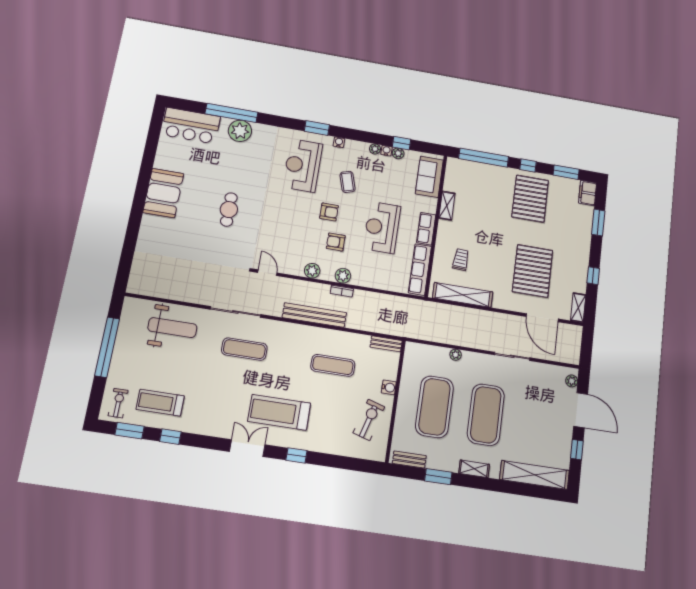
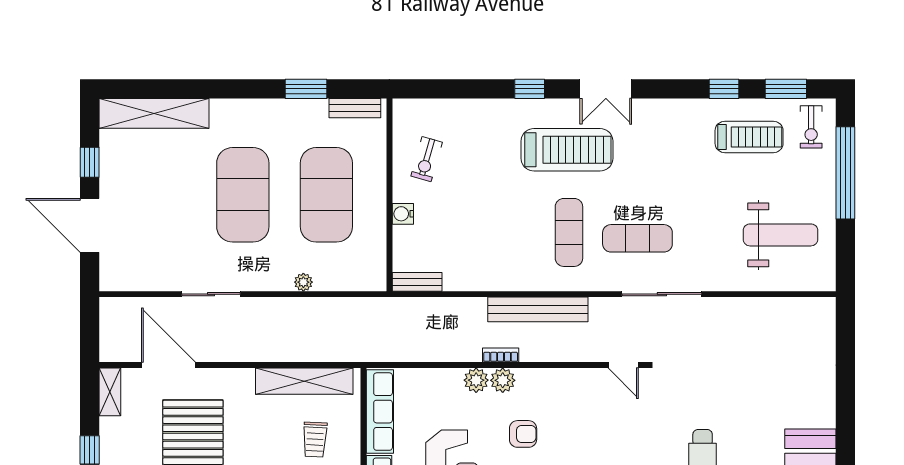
plant: (312, 271) -> (476, 380), moved
weight bench: (172, 328) -> (780, 235), moved, turned 180
window: (107, 347) -> (845, 173), moved
exercise mat: (333, 365) -> (569, 232), moved, turned 90
plant: (572, 381) -> (109, 270), removed
exercise bike: (369, 420) -> (427, 159), width x0.73, depth x0.72
shelving: (474, 469) -> (251, 109), removed

